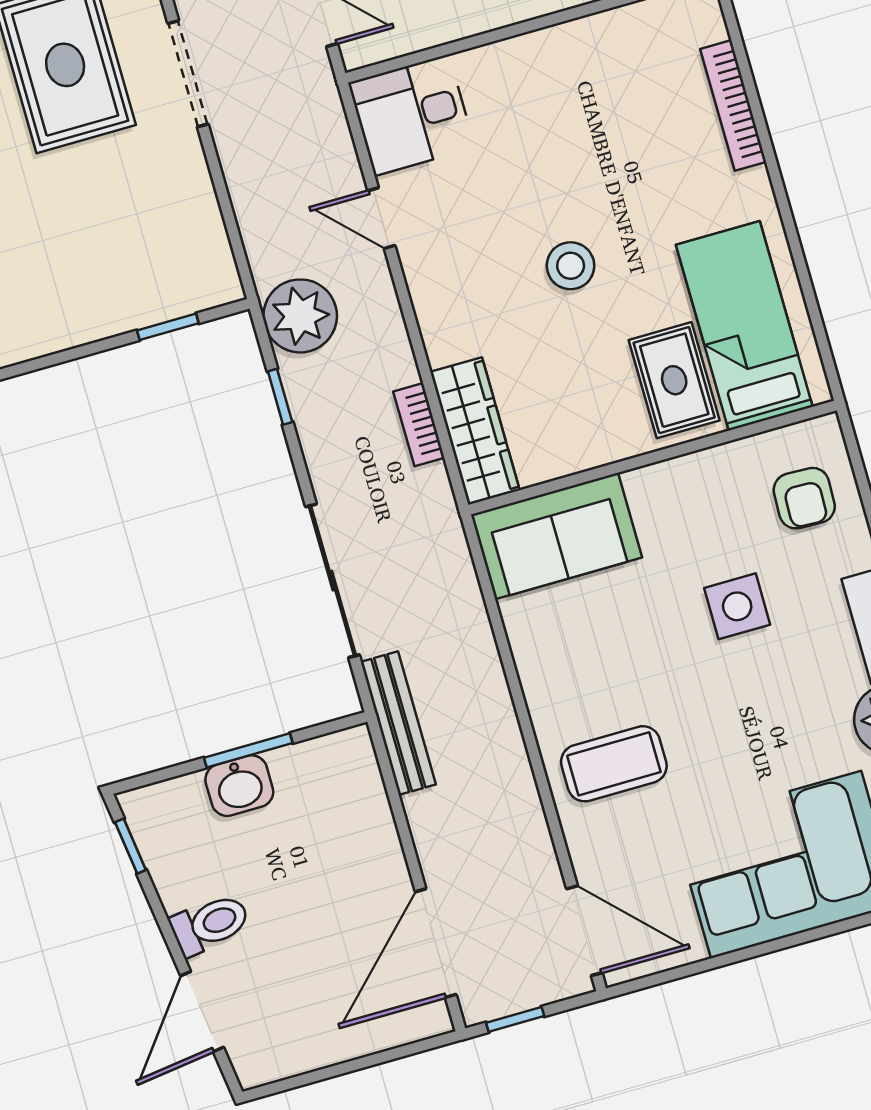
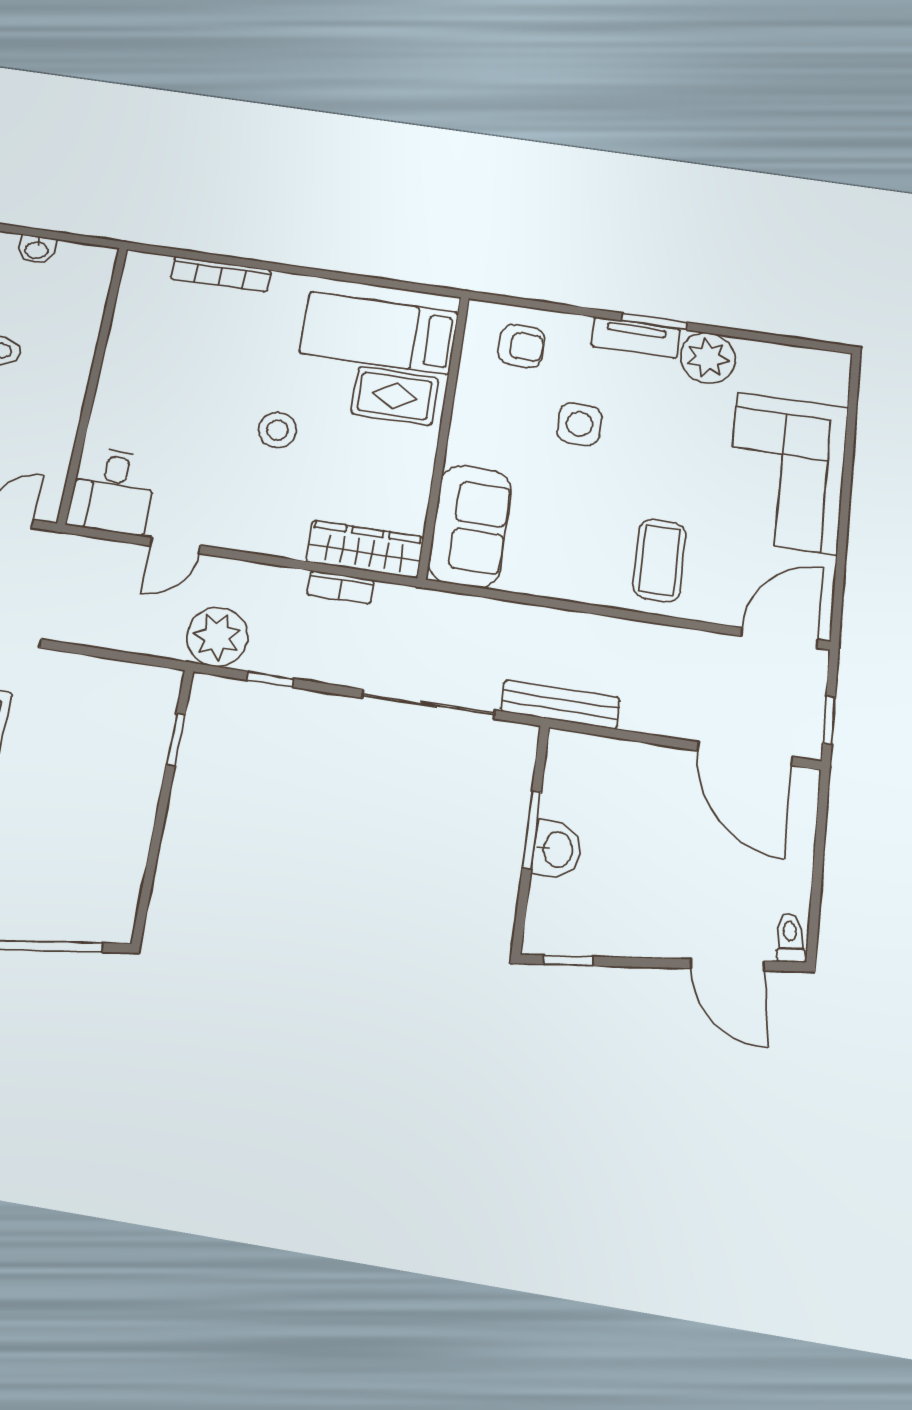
toilet: (210, 924) -> (790, 938), moved, width x0.73, depth x0.72

